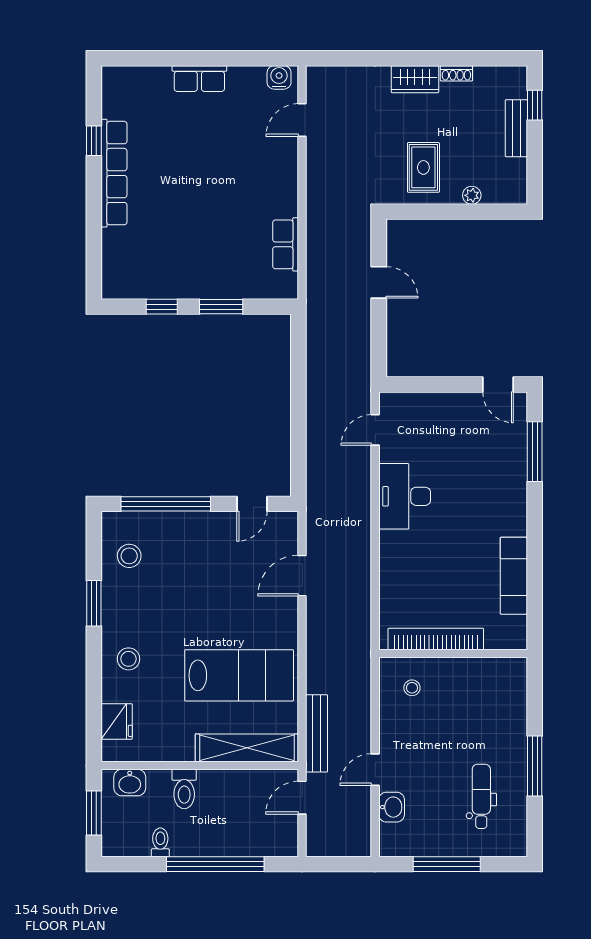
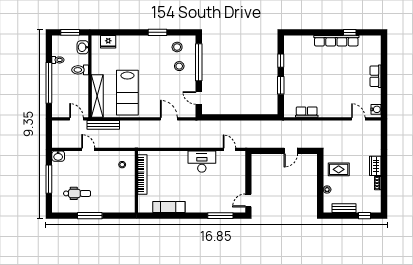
bench: (516, 128) -> (344, 208), moved
stool: (129, 659) -> (179, 66), moved
washbasin: (392, 807) -> (58, 156), moved

